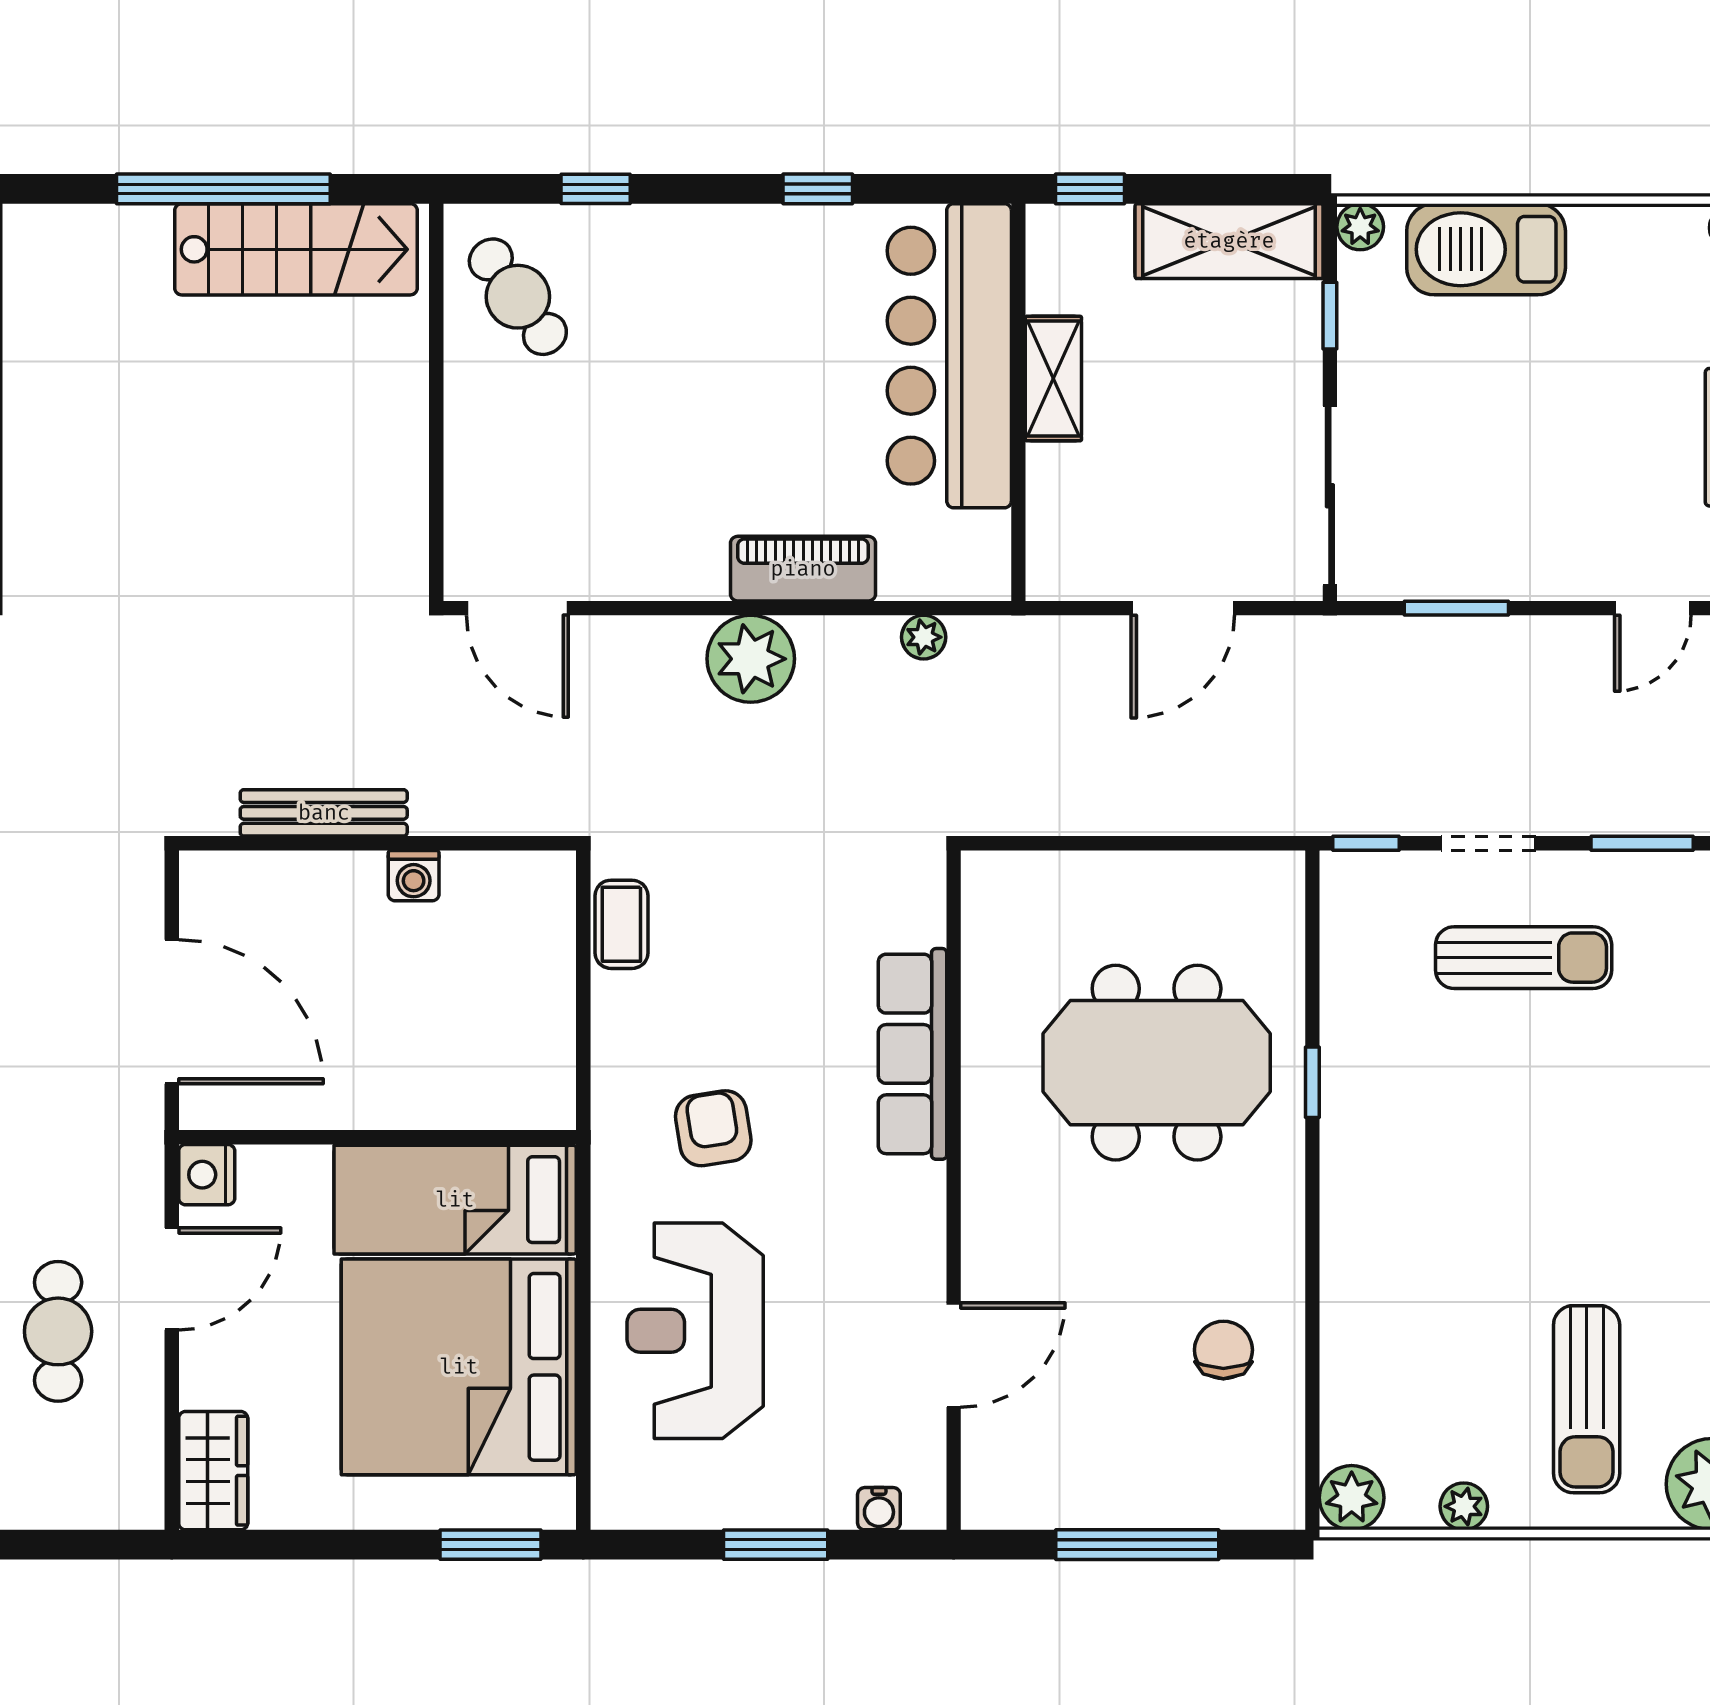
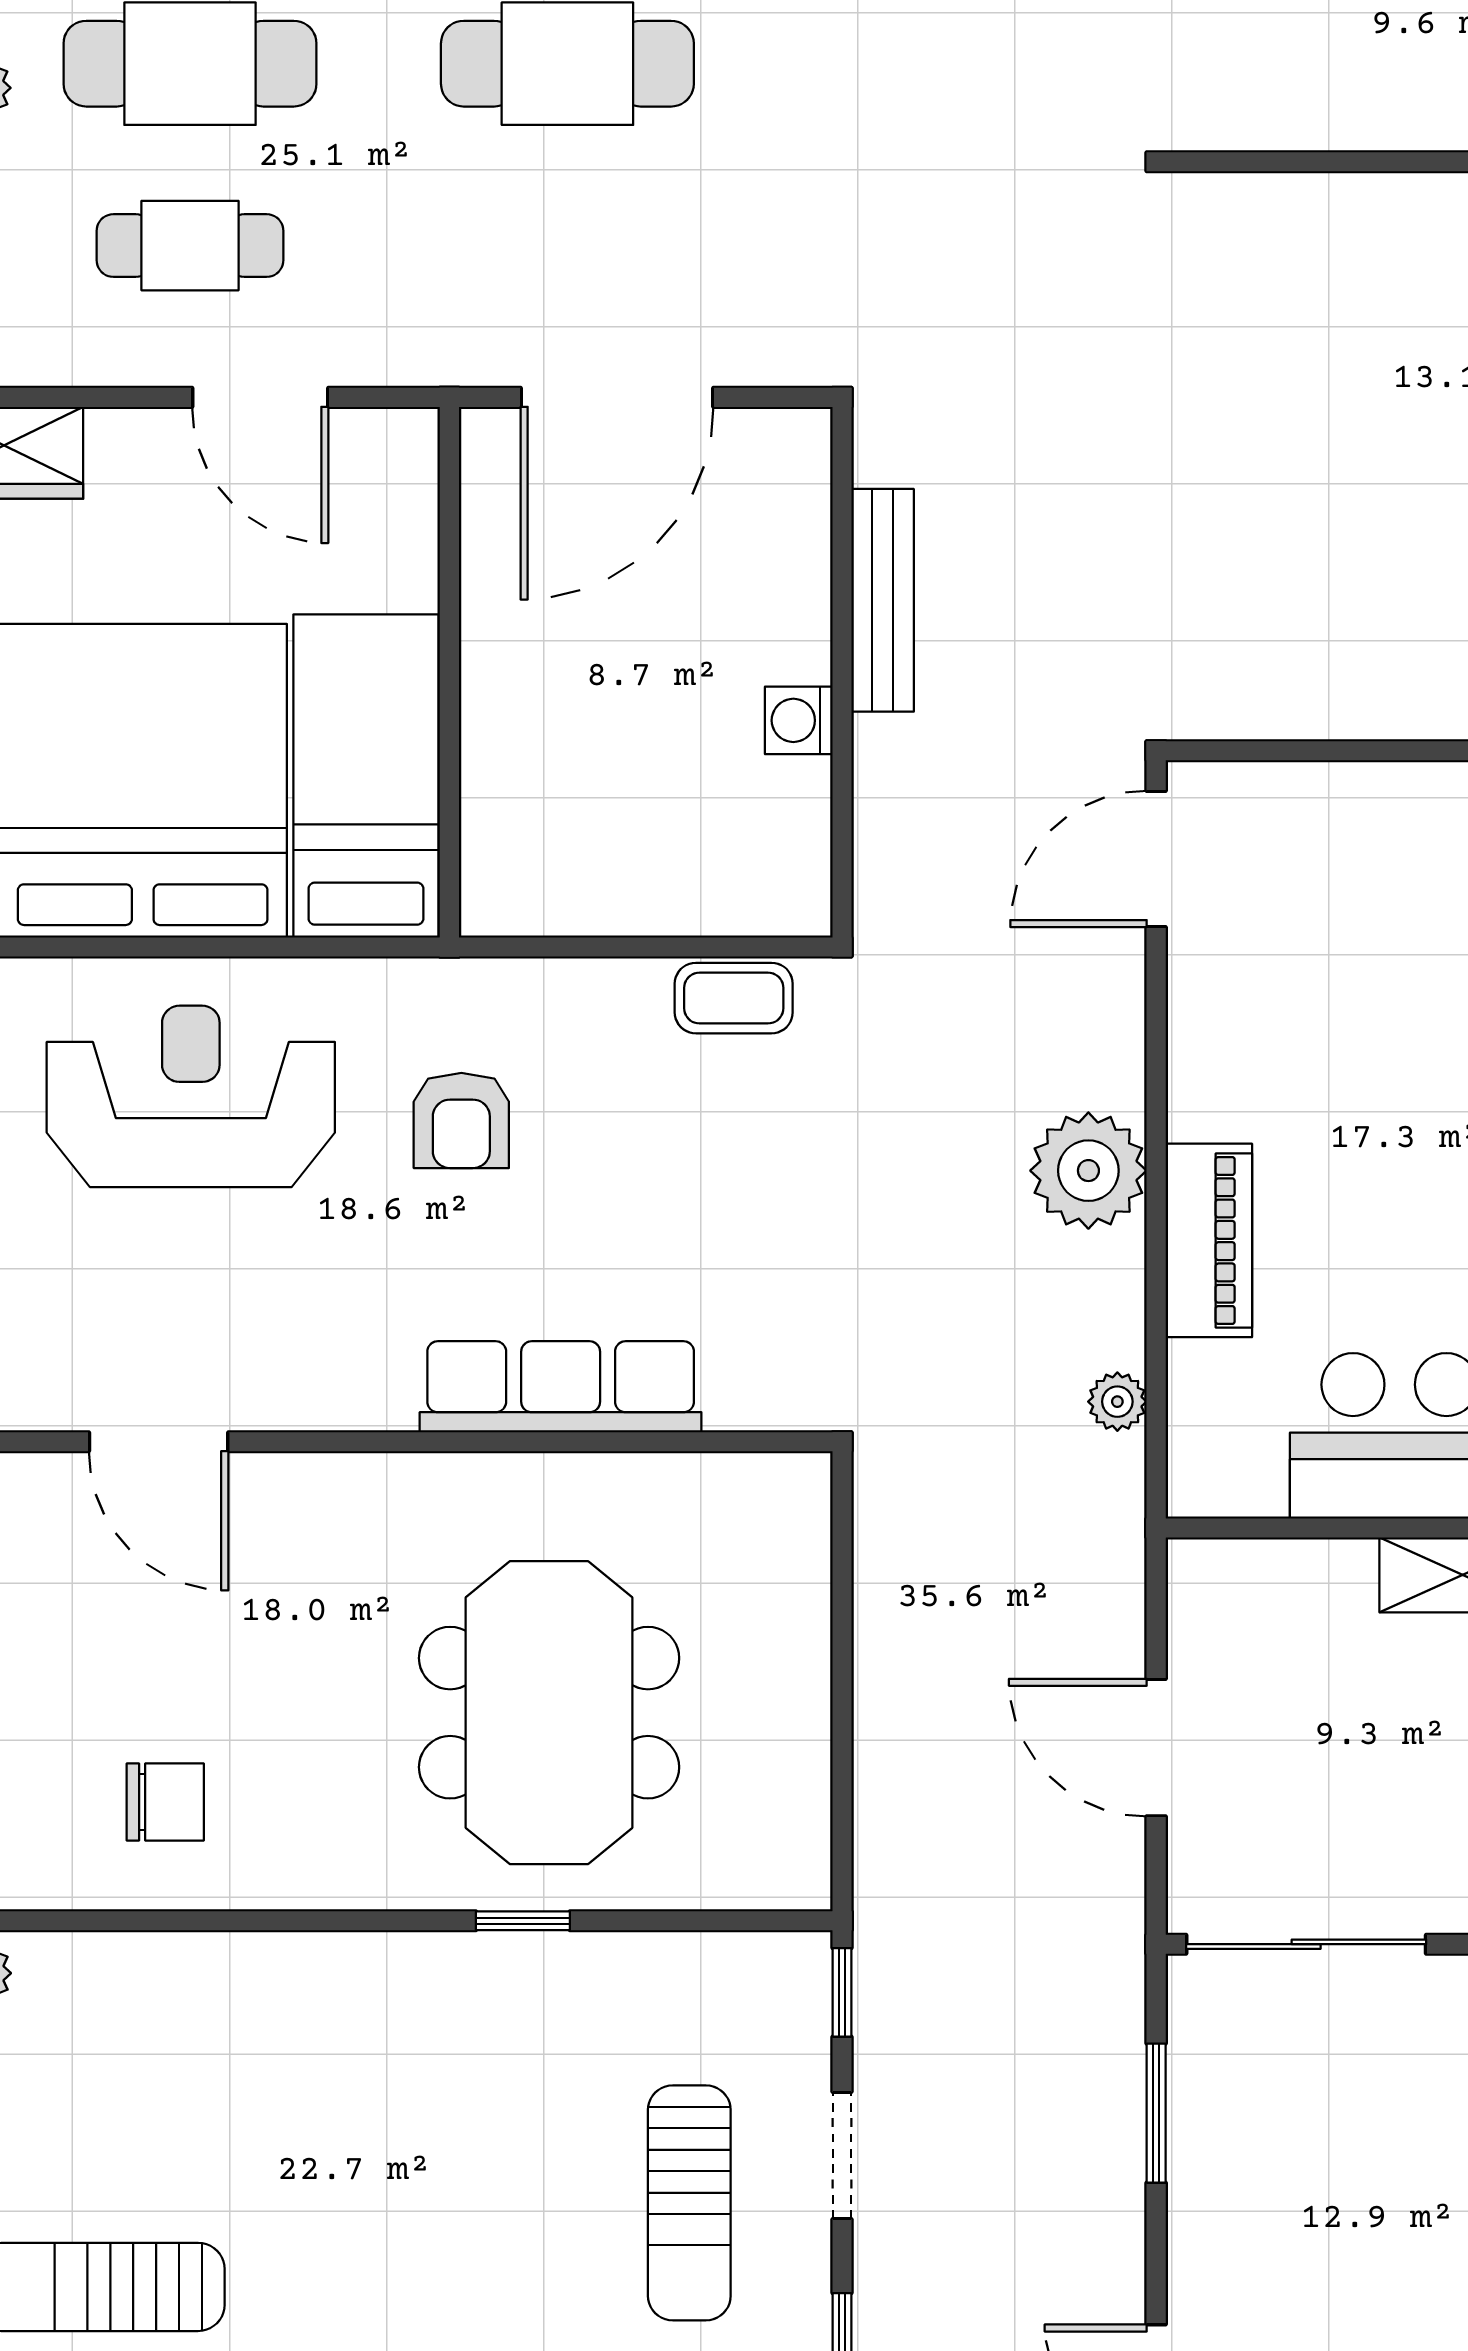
armchair: (713, 1128) -> (461, 1121), turned 99
nightstand: (207, 1175) -> (399, 444), removed

